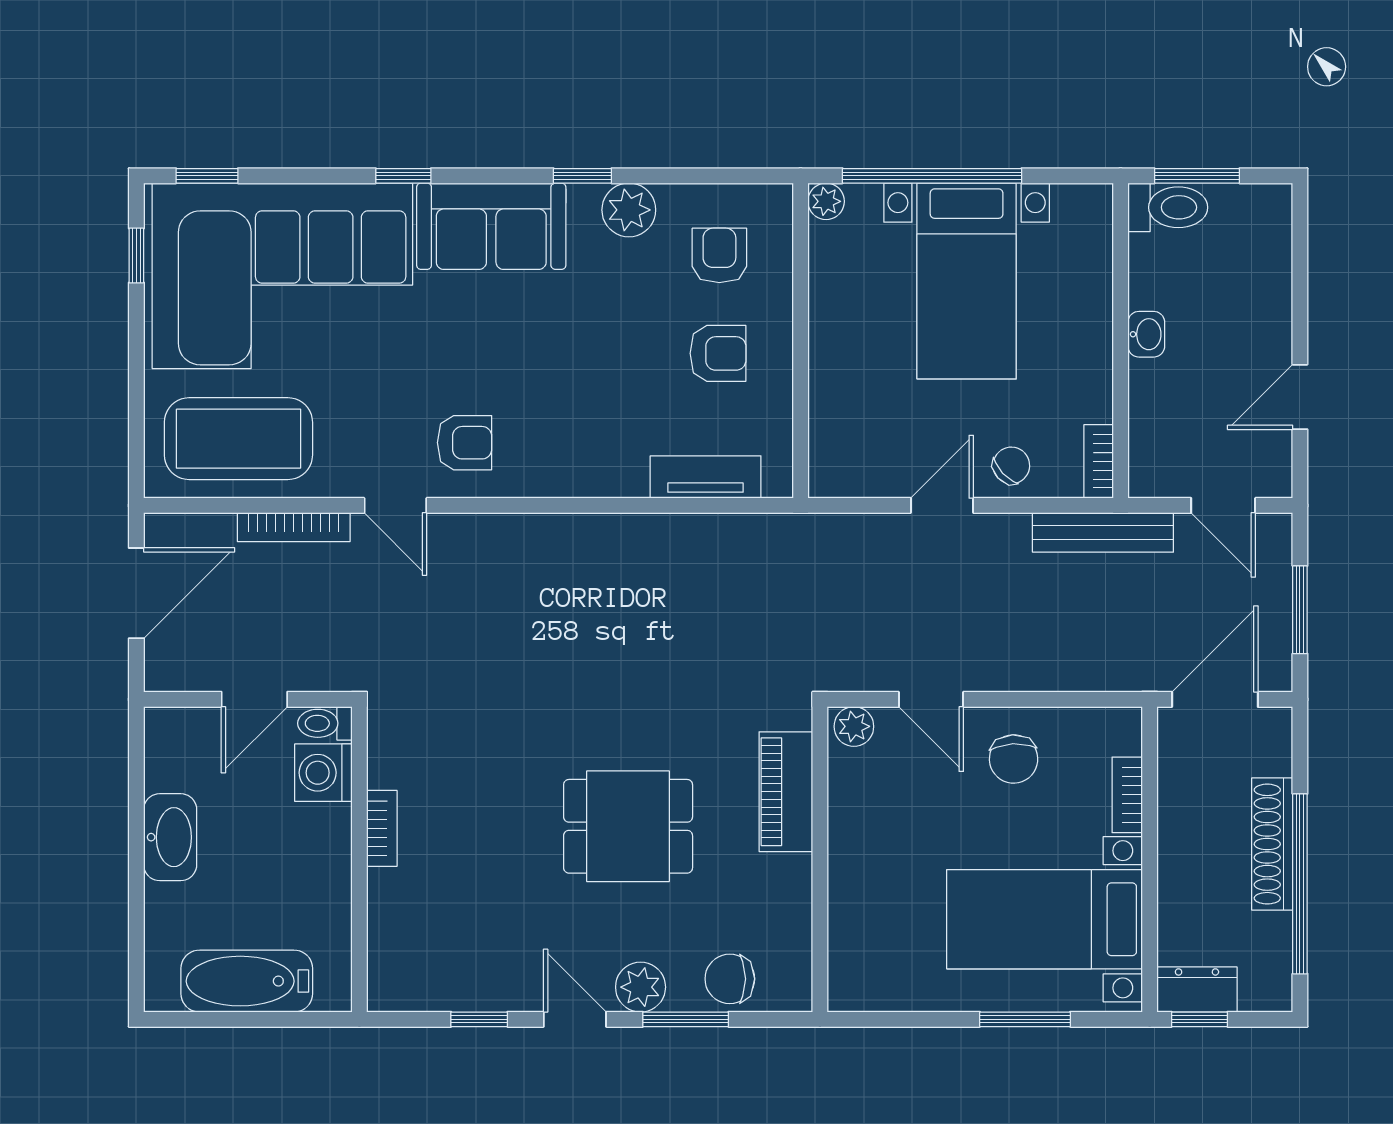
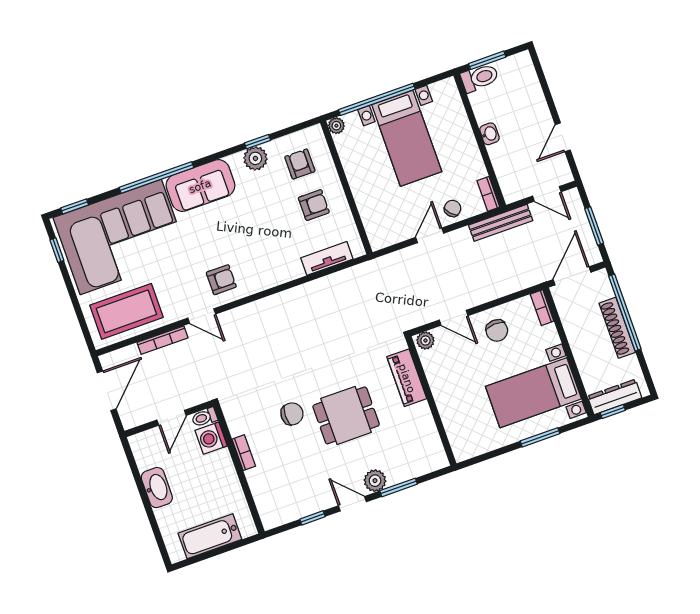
window: (403, 176) -> (156, 177), width x3.17
window: (582, 176) -> (258, 142), moved
bookcase: (1127, 795) -> (542, 308), moved
window: (1300, 884) -> (625, 313), moved
chair: (730, 979) -> (292, 414), moved, turned 180
dresser: (1197, 990) -> (615, 397), width x1.44

